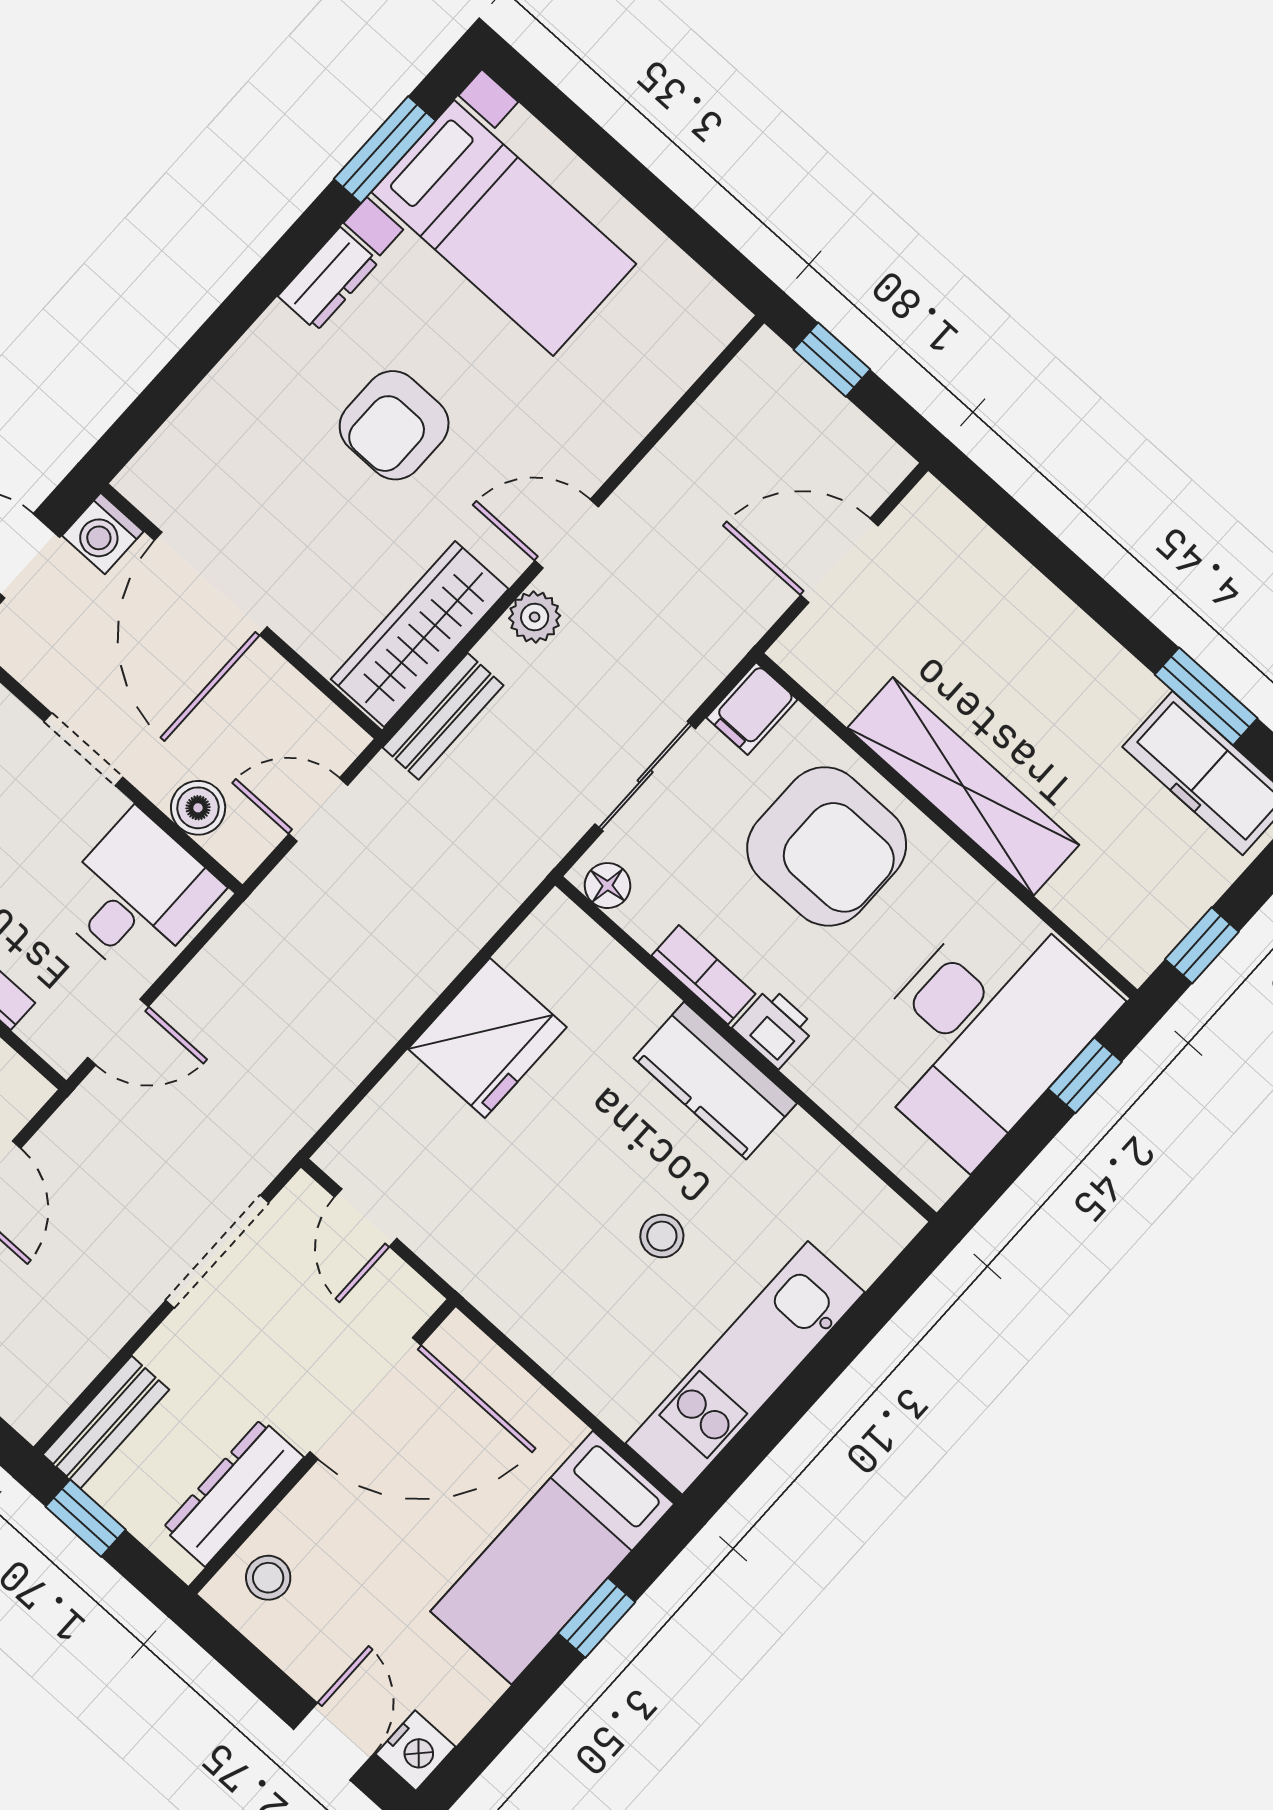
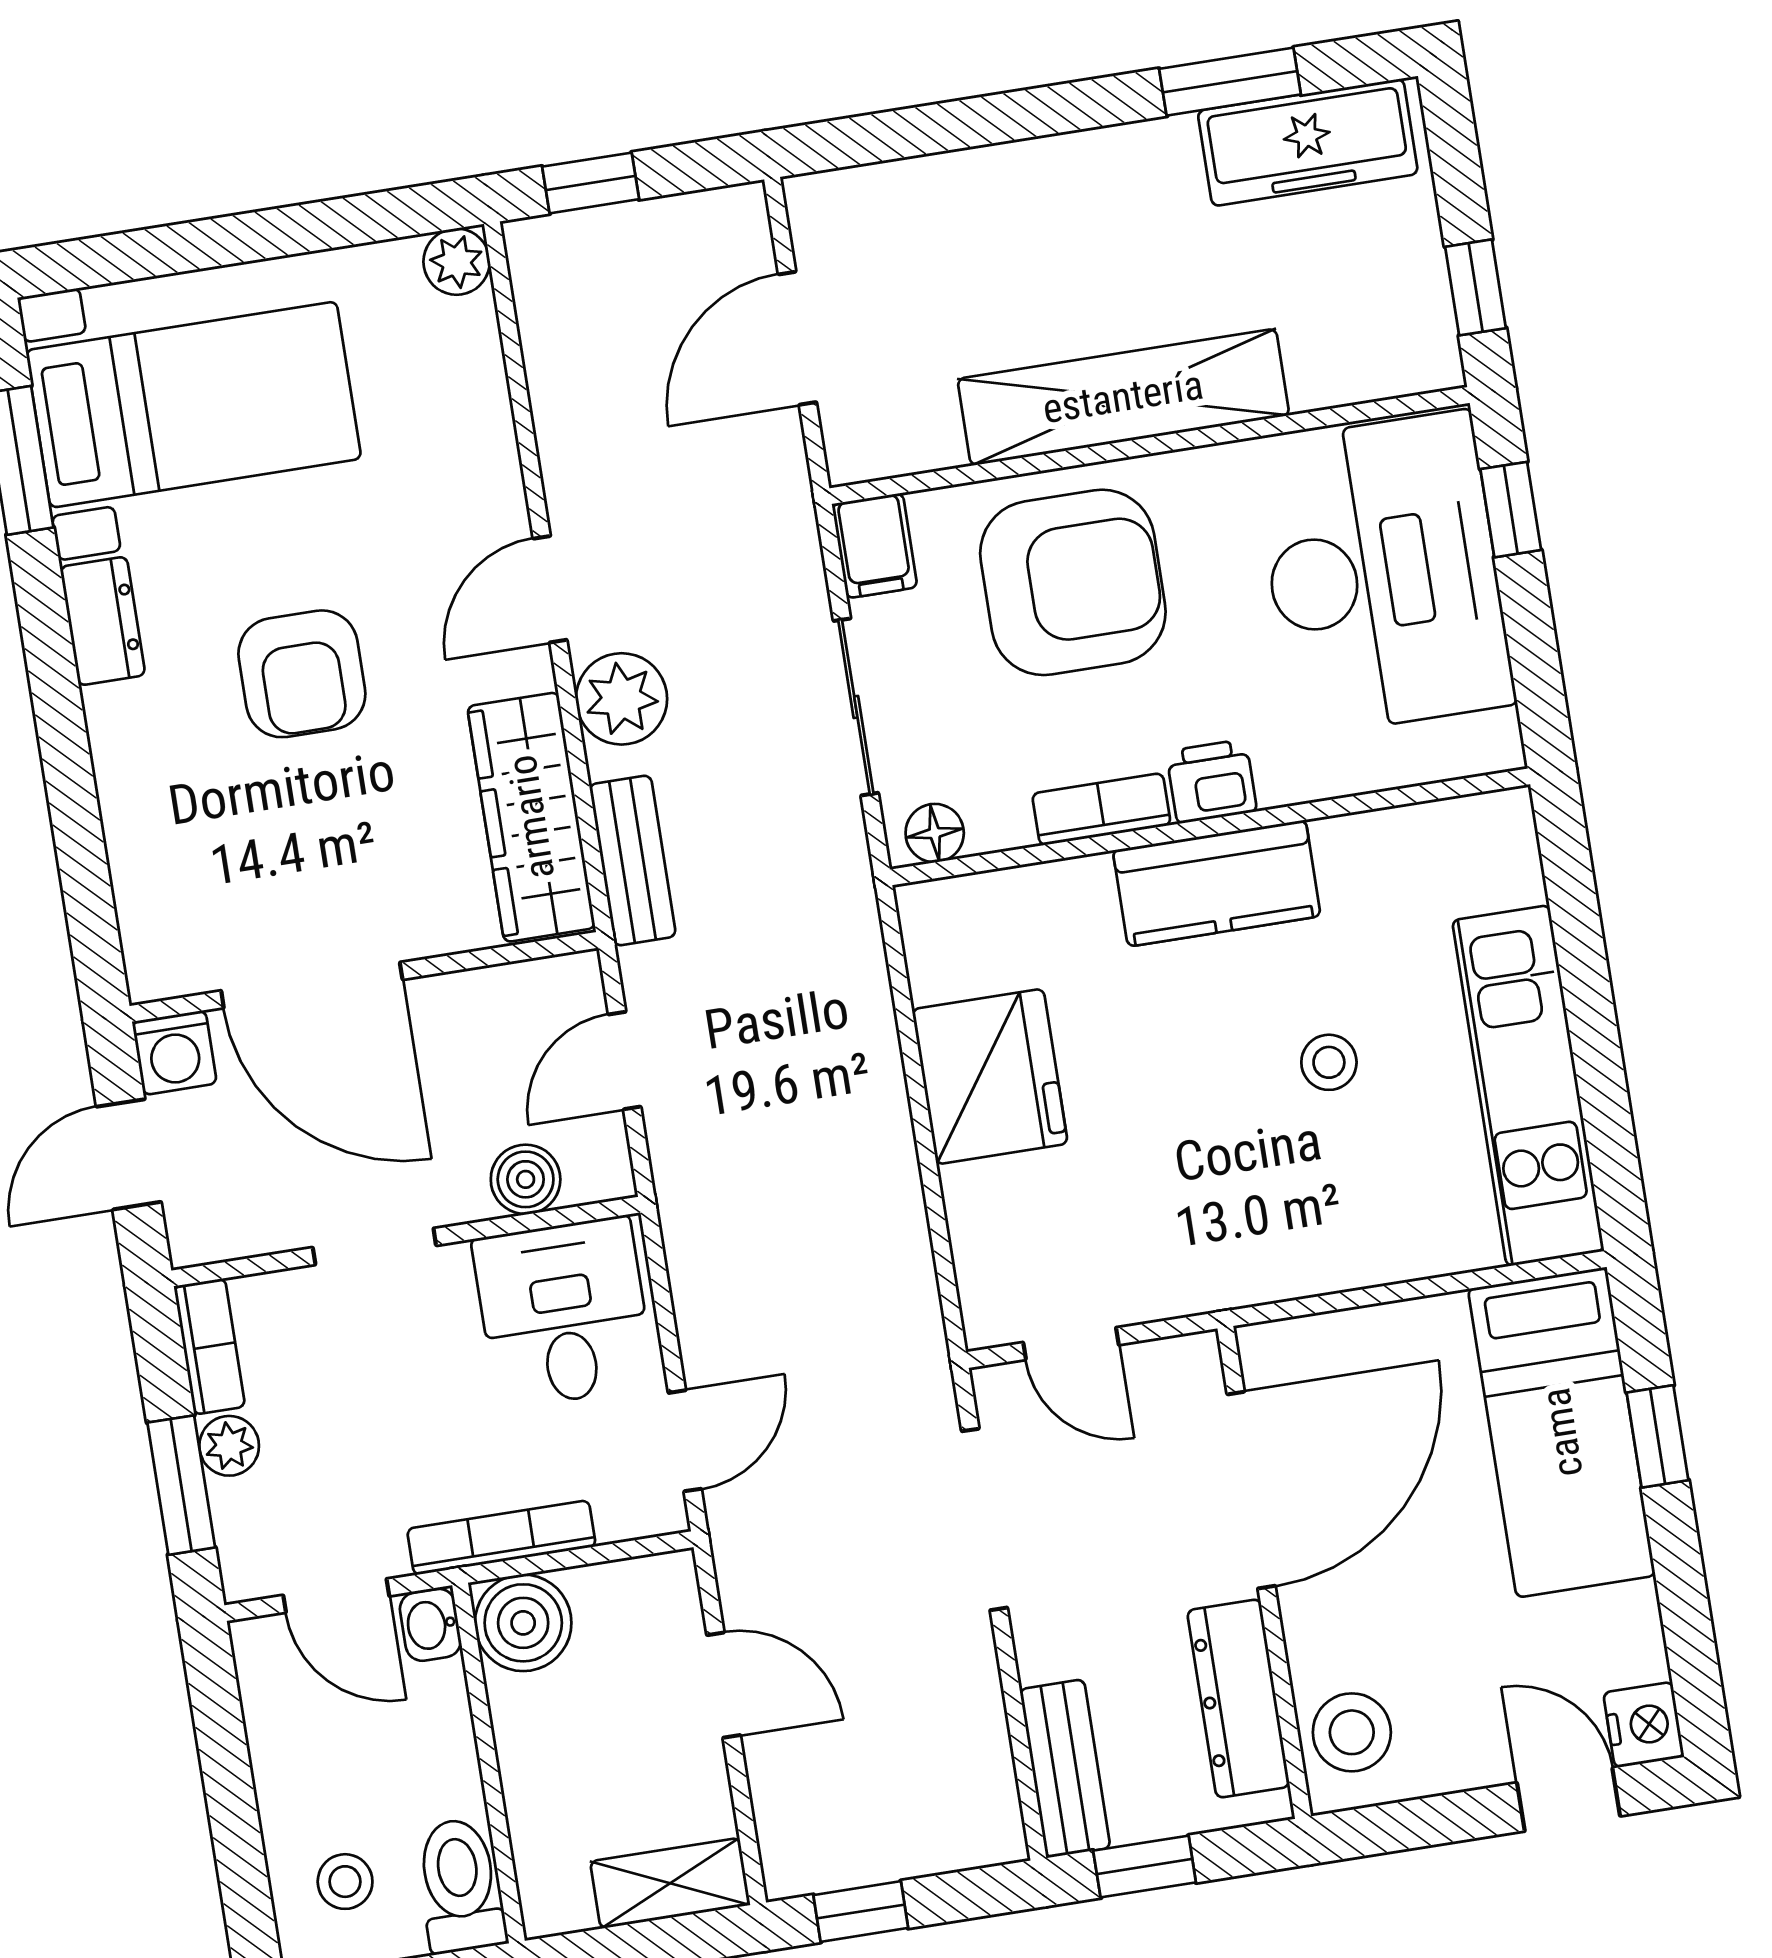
plant: (719, 317) -> (457, 262), added
plant: (535, 617) -> (622, 699), width x1.38, depth x1.38
stool: (268, 1578) -> (1352, 1732), width x1.37, depth x1.37

